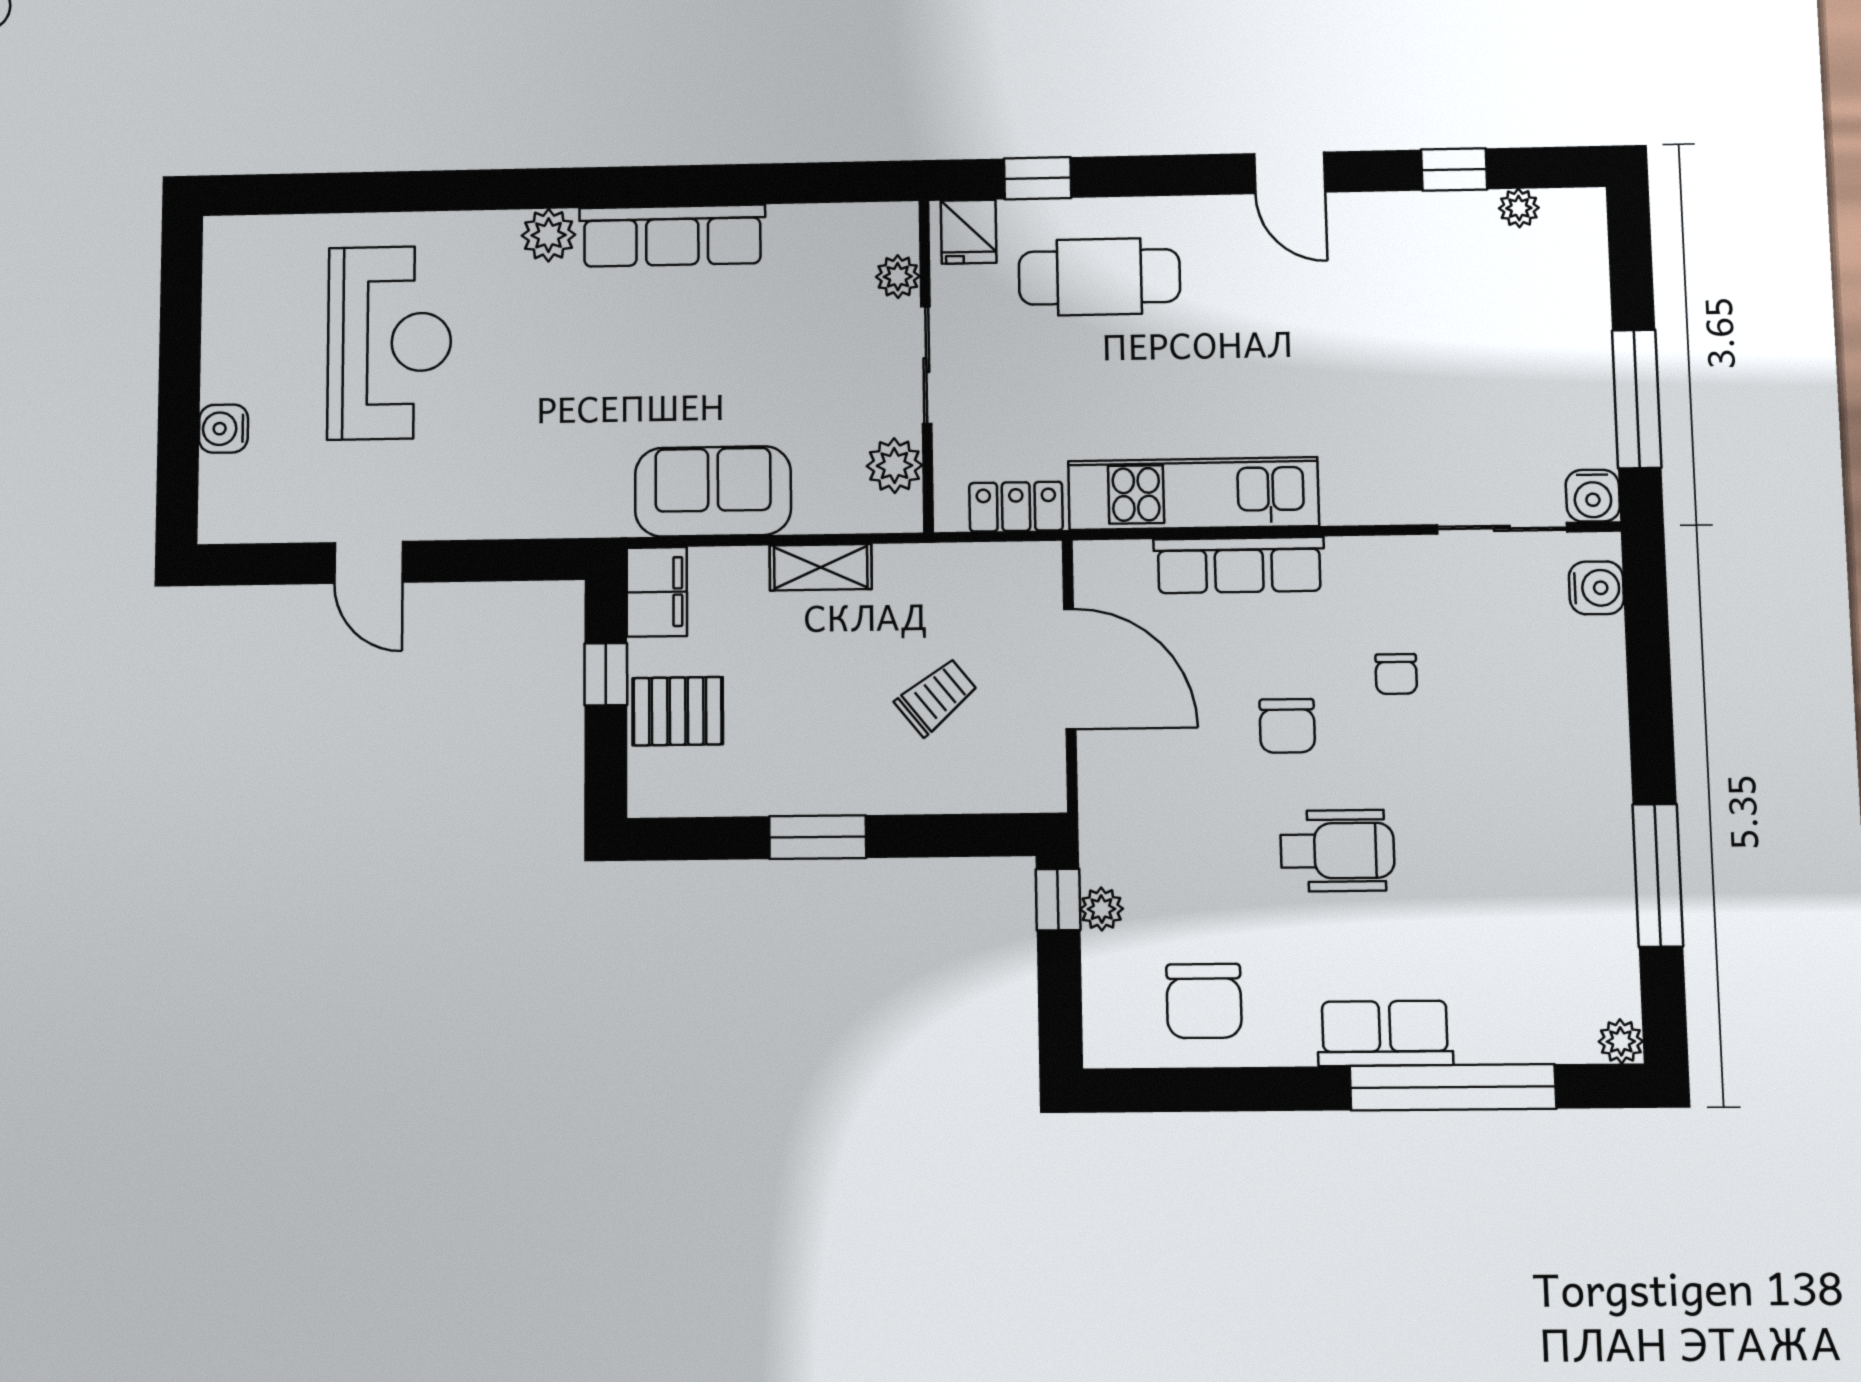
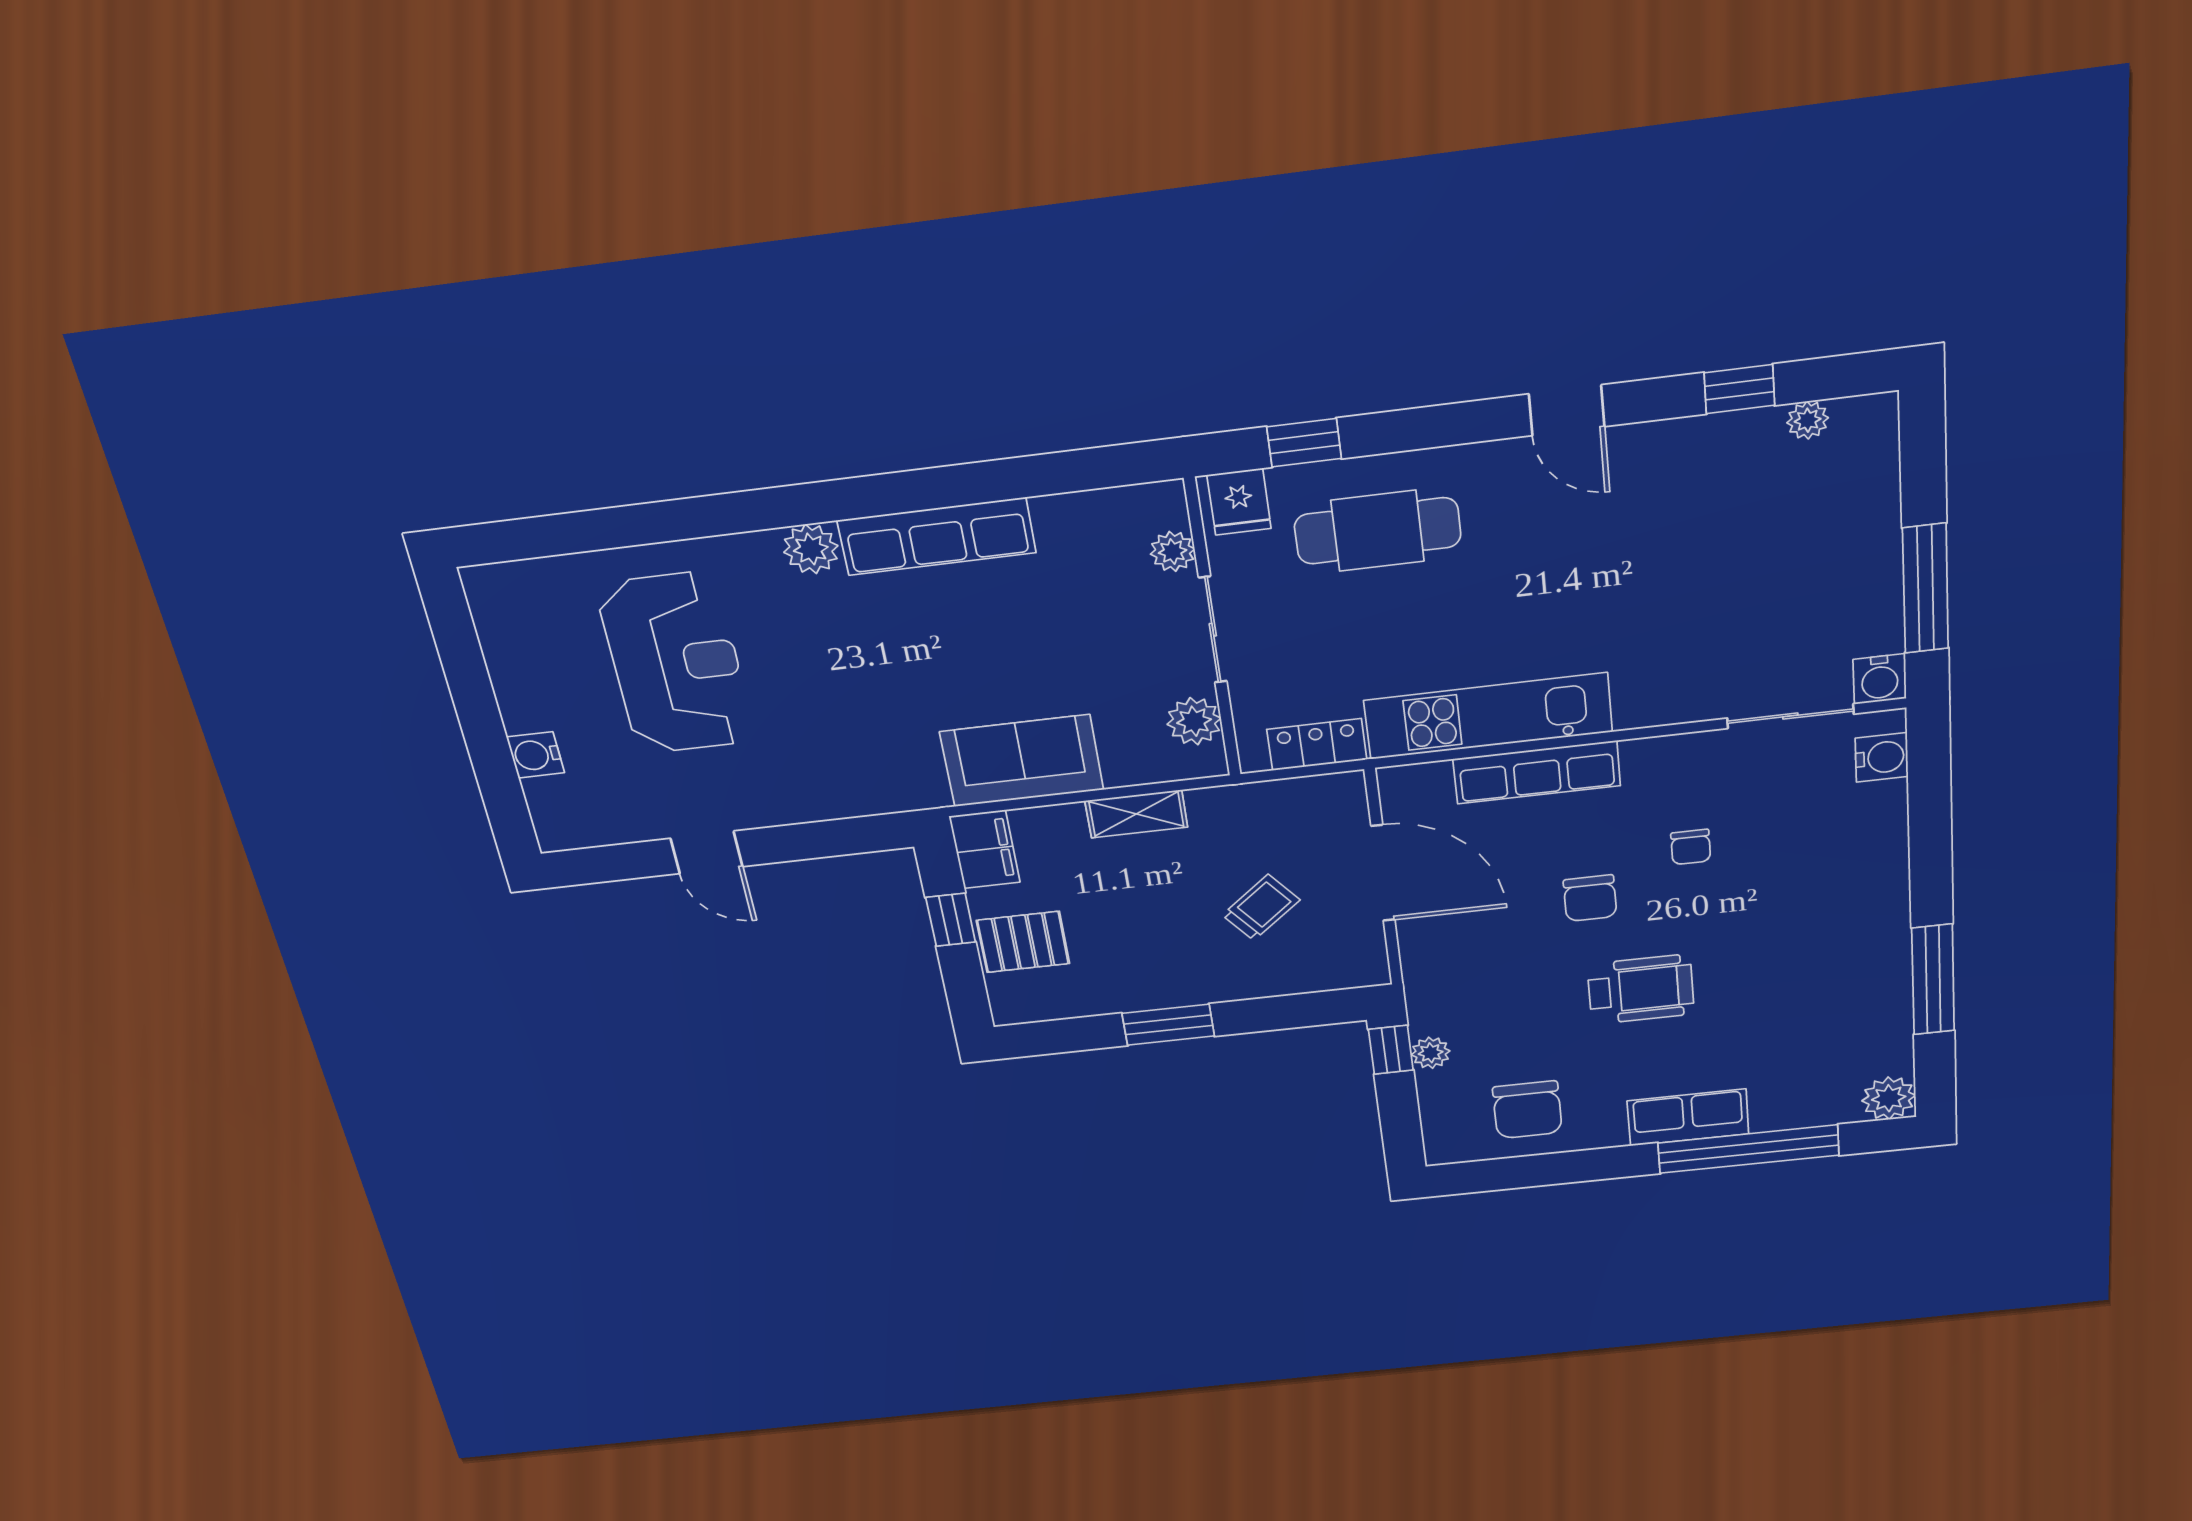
plant: (1621, 1041) -> (1889, 1098), width x1.38, depth x1.38

